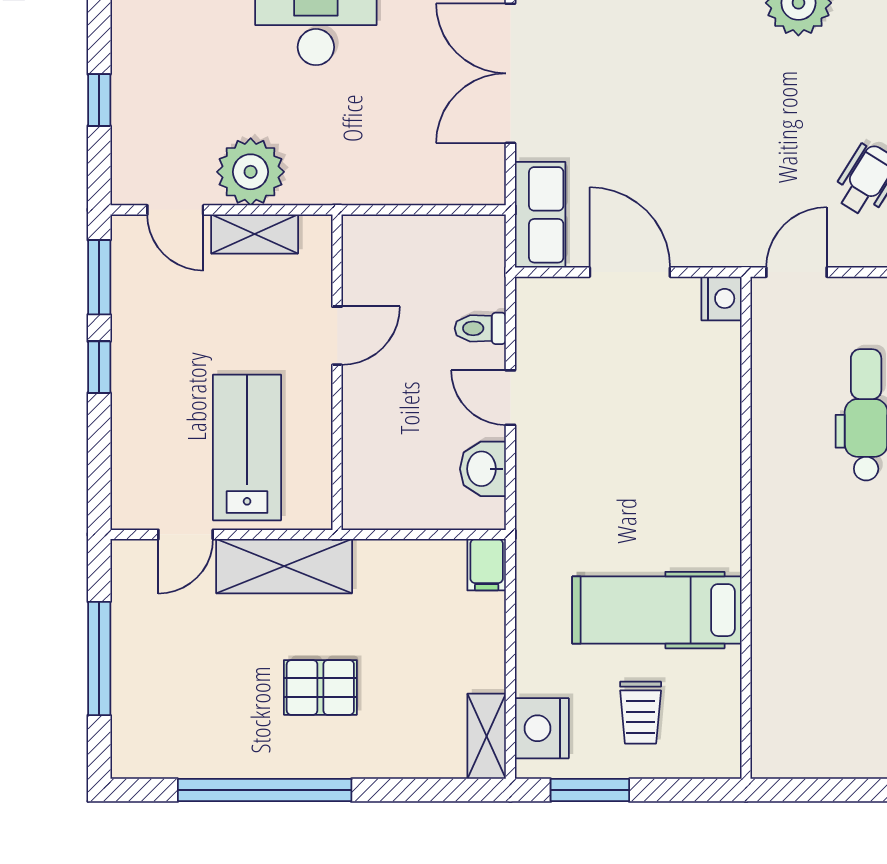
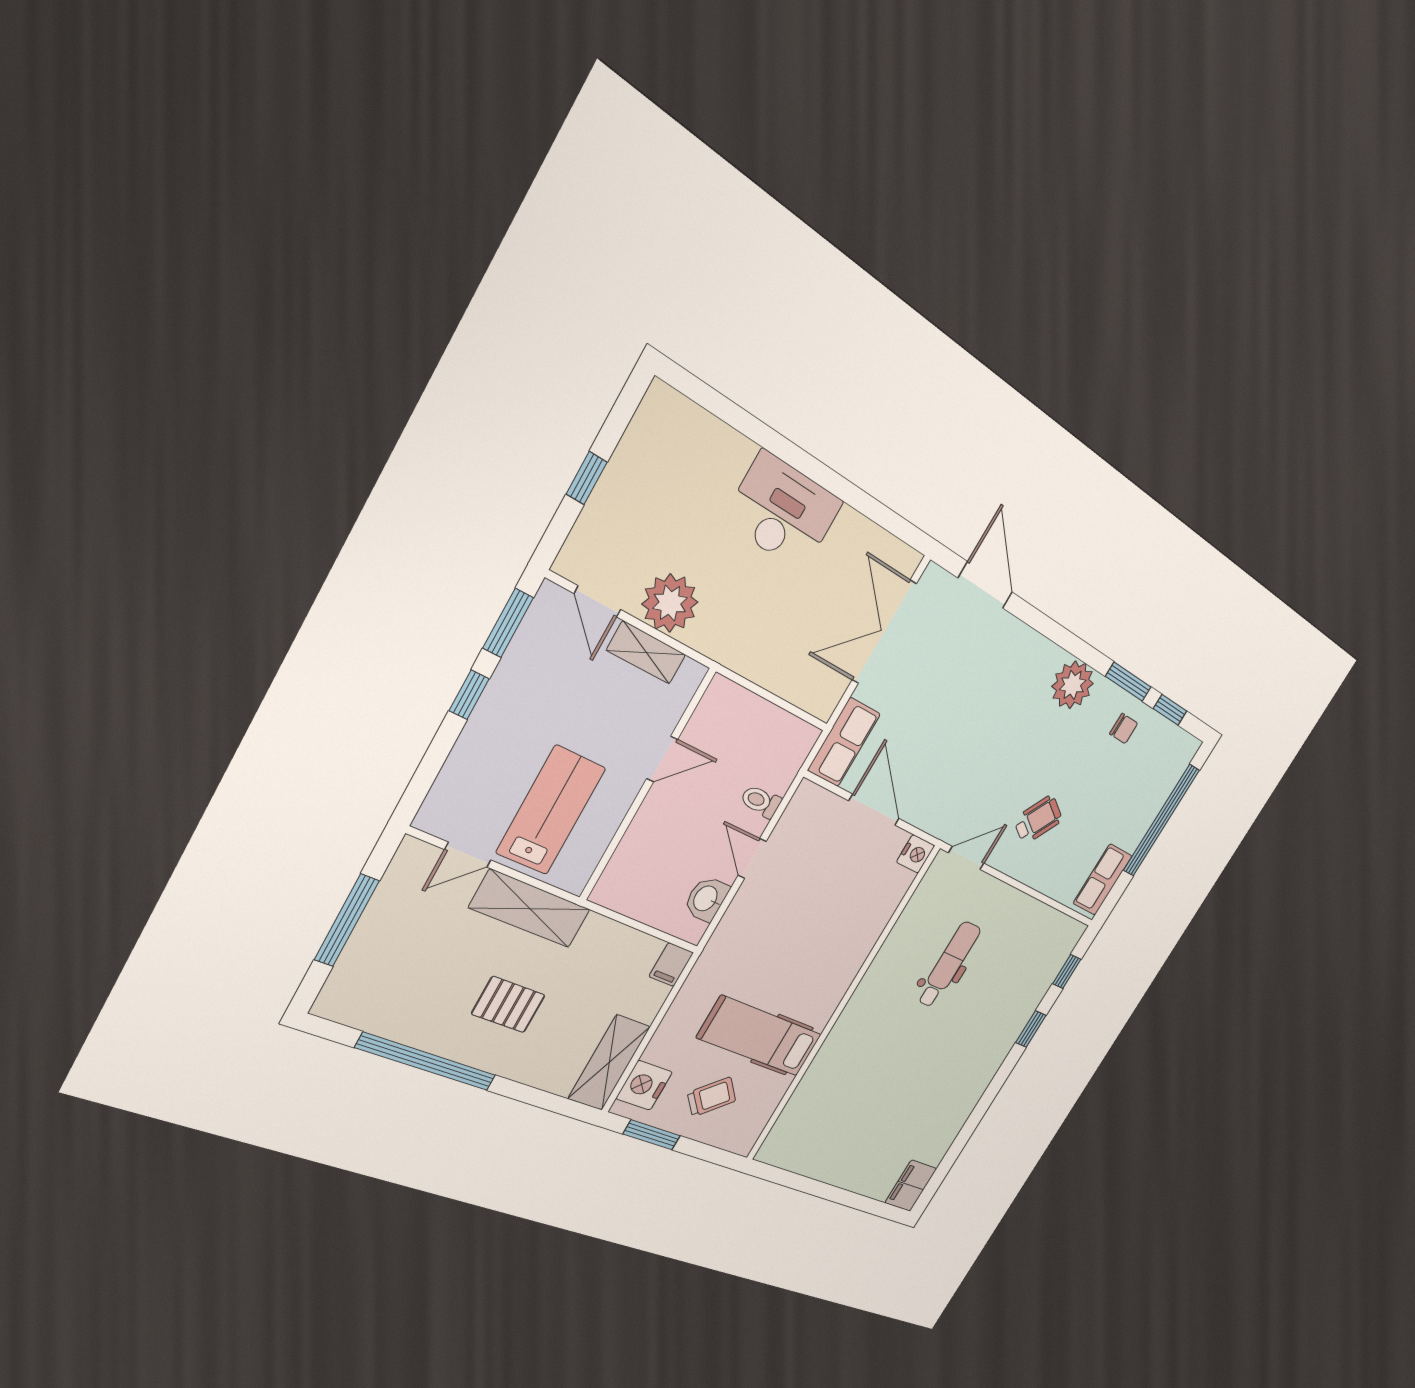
trolley: (641, 713) -> (712, 1097), turned -132
shelving: (487, 736) -> (609, 1063), width x1.50, depth x1.33

